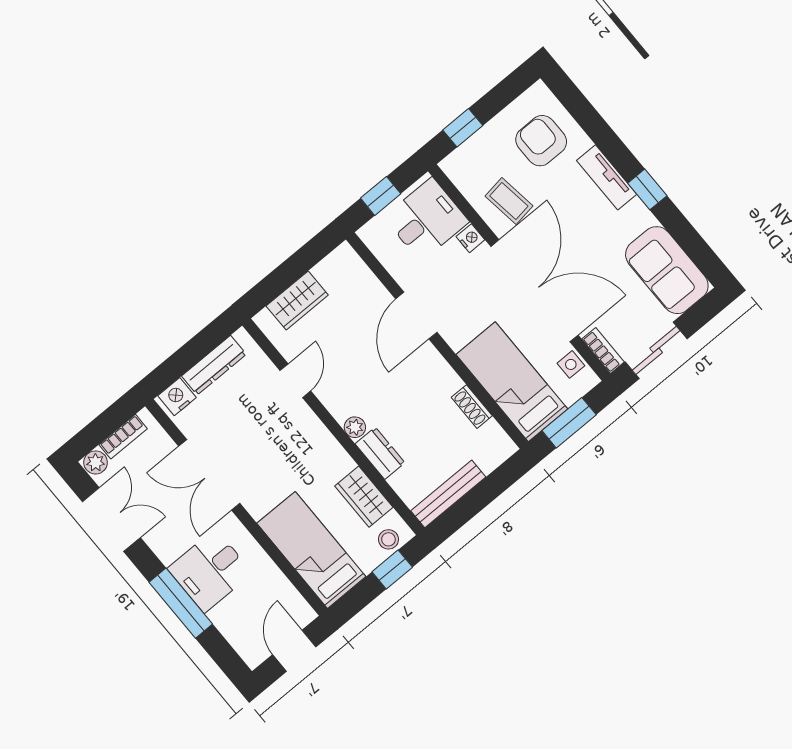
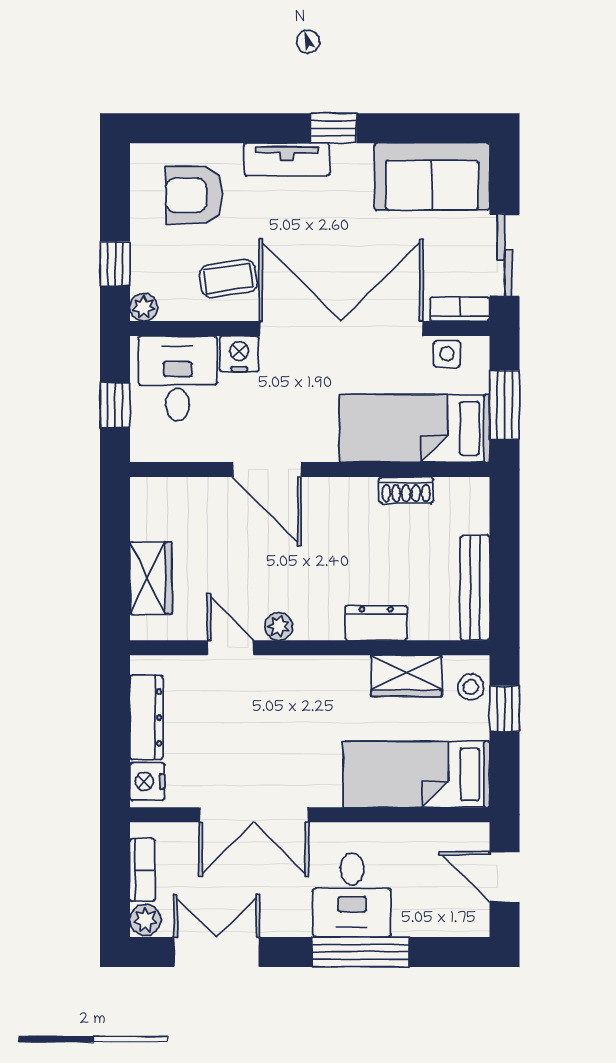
plant: (451, 165) -> (144, 307), added
nightstand: (470, 238) -> (239, 354), width x1.39, depth x1.35
plant: (355, 427) -> (279, 626), moved

